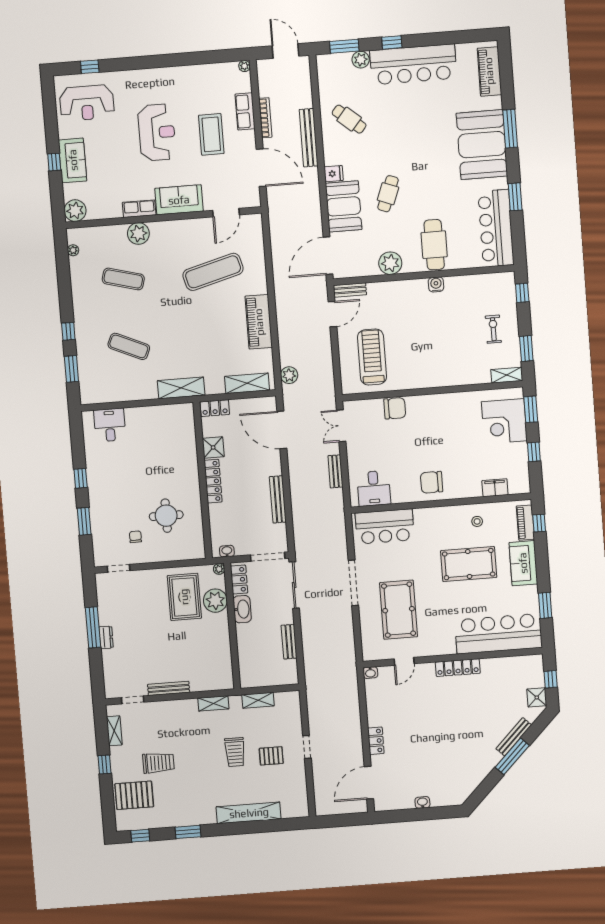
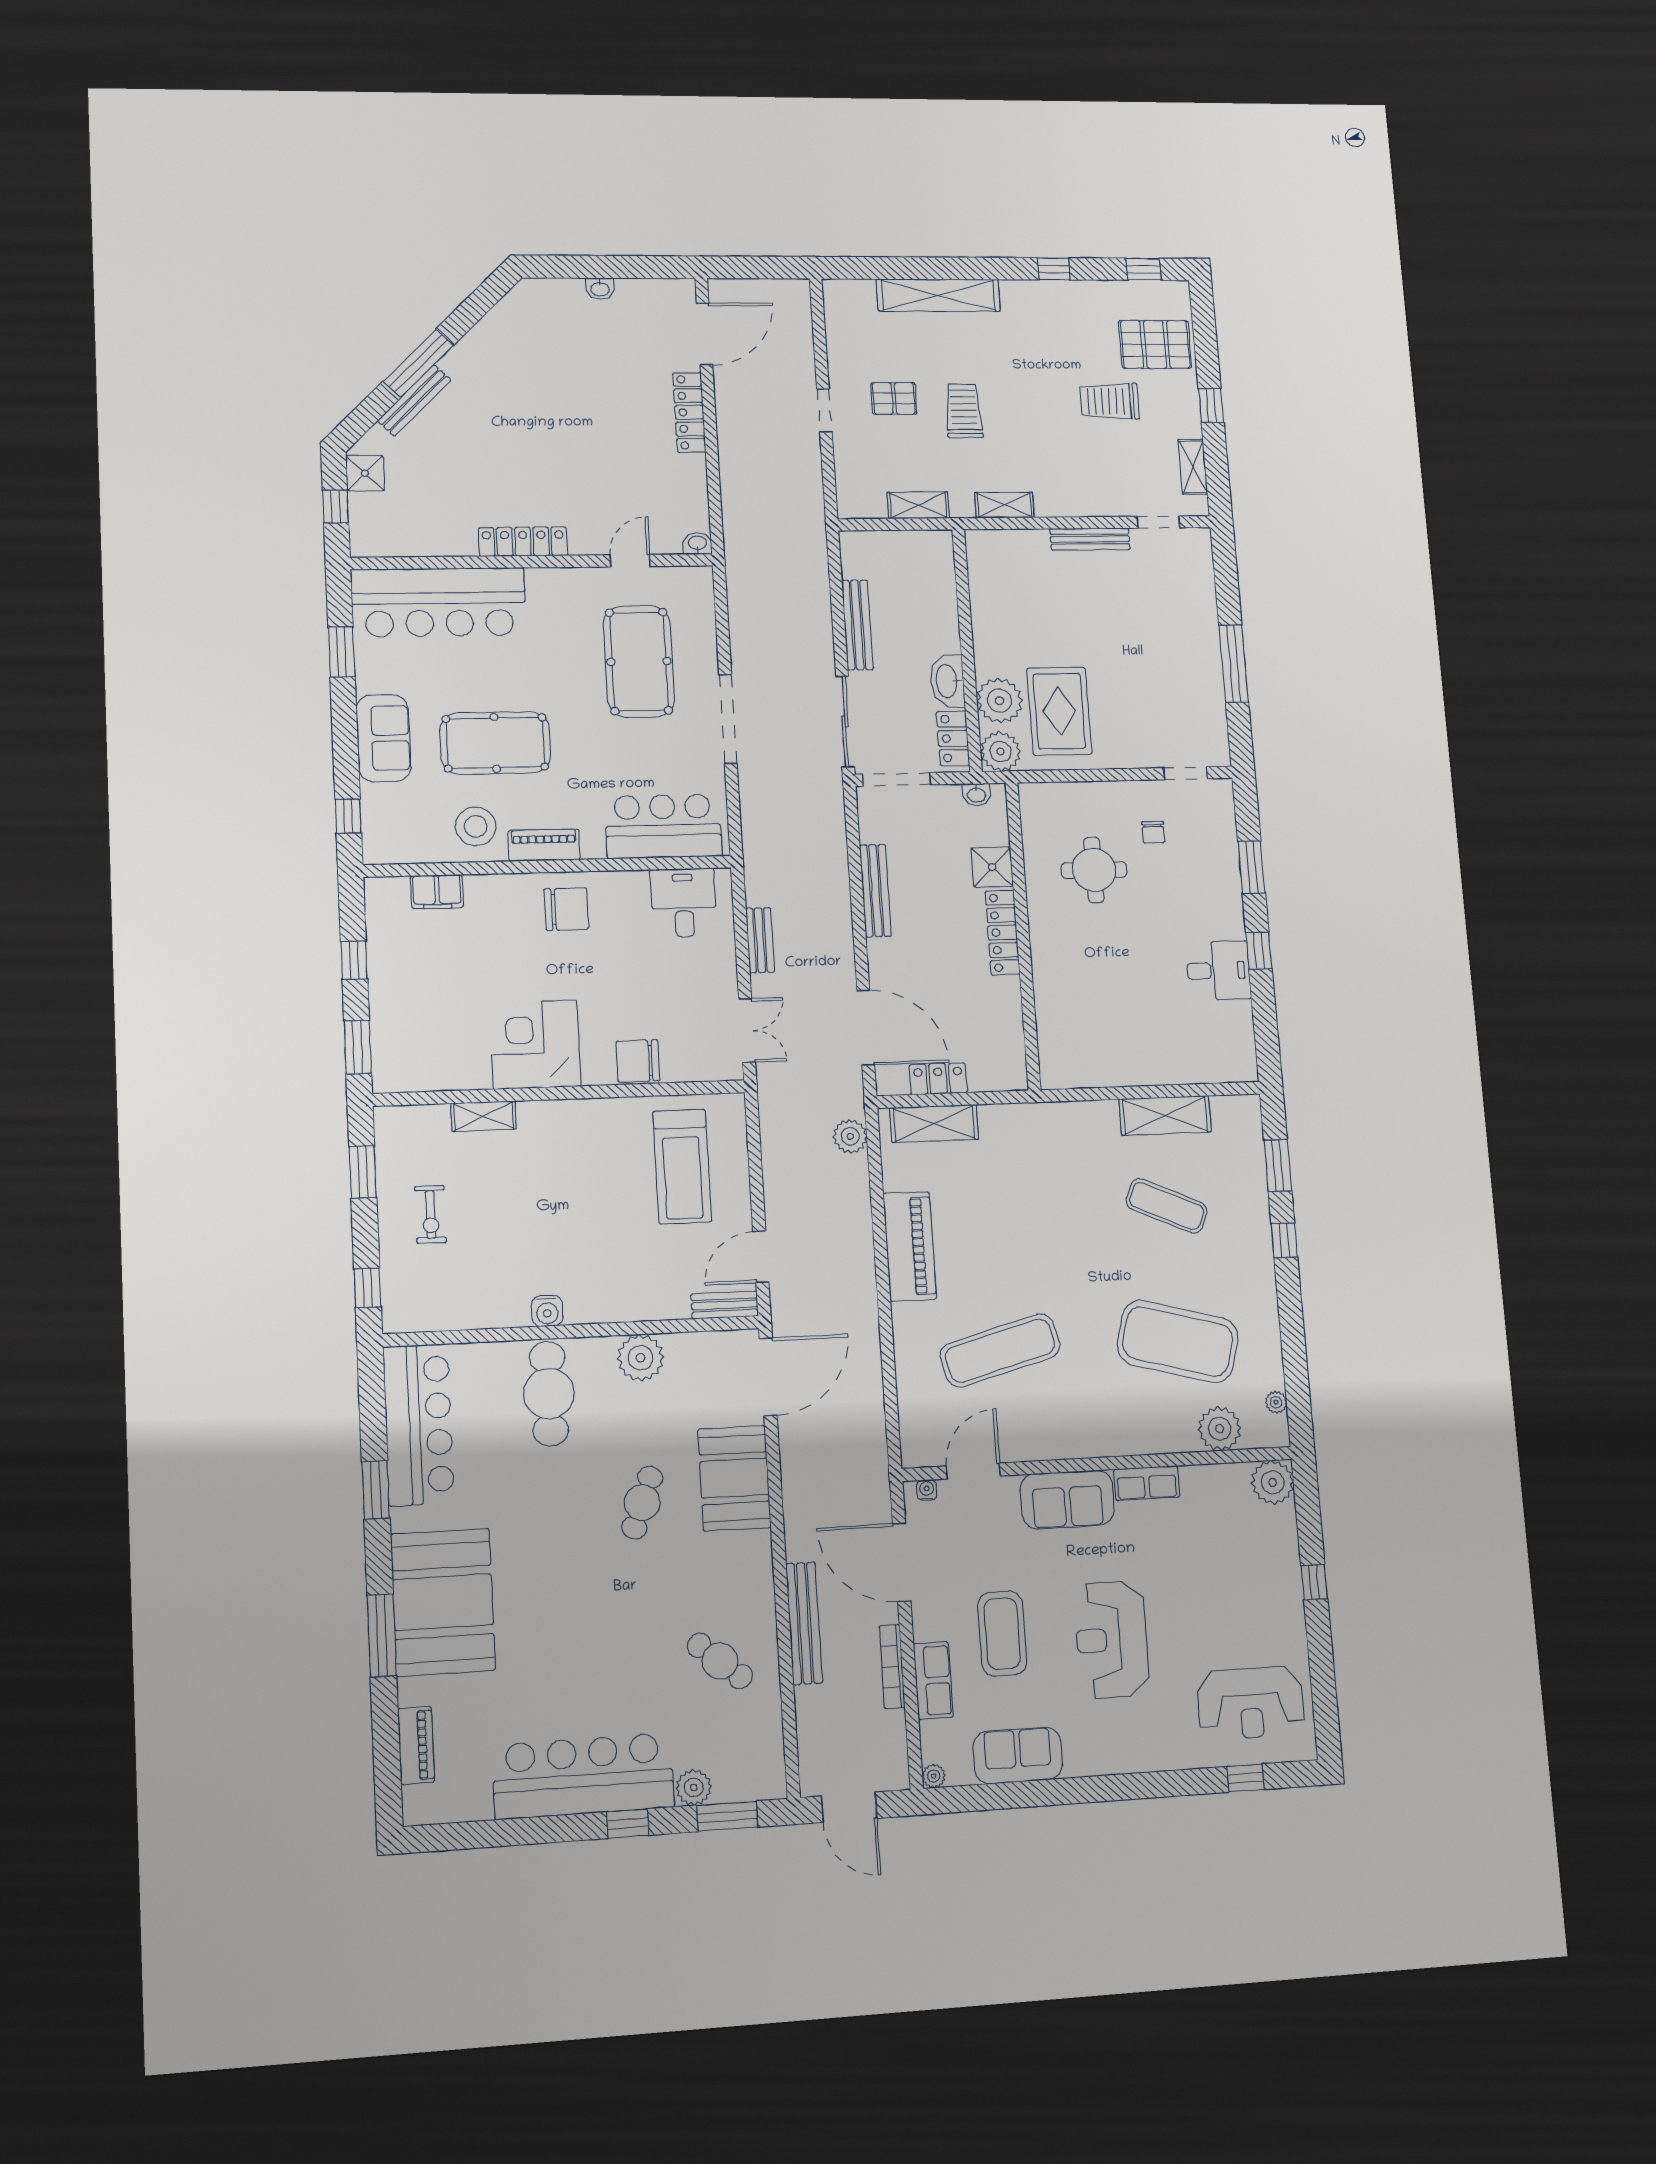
piano: (489, 71) -> (416, 1745), width x0.73, depth x0.75
reception desk: (87, 103) -> (1251, 1703), turned 180
sofa: (73, 160) -> (1018, 1755), moved, turned 90
fridge: (334, 174) -> (754, 1547), removed
water cooler: (249, 203) -> (927, 1490), added
plant: (138, 234) -> (1220, 1429), moved
exercise mat: (123, 279) -> (1178, 1341), width x2.00, depth x1.45
shelving: (507, 375) -> (484, 1116), moved
shelving: (181, 388) -> (1165, 1115), moved
locker: (215, 408) -> (938, 1079), moved
corner desk: (504, 421) -> (535, 1045), moved, turned -90
desk: (110, 425) -> (1218, 970), moved, turned -90
shower: (213, 447) -> (992, 867), moved
stool: (477, 521) -> (476, 826), width x1.89, depth x1.89
piano: (525, 523) -> (544, 845), moved, turned -90
plant: (219, 569) -> (1000, 752), width x1.87, depth x1.87
dresser: (106, 637) -> (1209, 643), removed
bench: (289, 642) -> (857, 625), width x1.36
locker: (376, 741) -> (689, 412), width x1.53
window: (188, 832) -> (1054, 269), width x0.67

